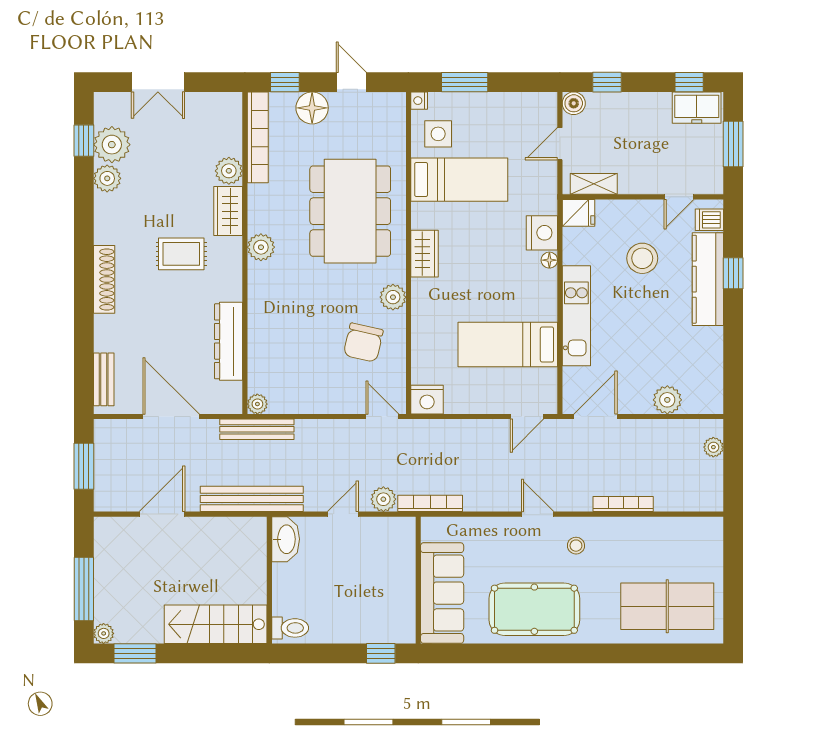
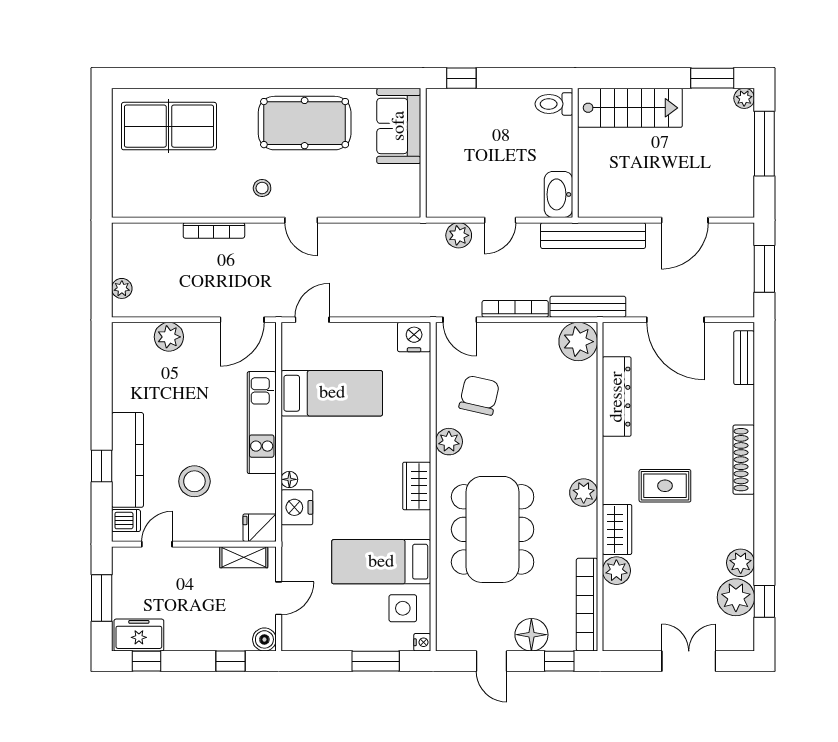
plant: (257, 404) -> (578, 342), width x1.88, depth x1.88
bookcase: (430, 503) -> (515, 309), moved, turned 180
sofa: (442, 593) -> (399, 126), width x0.73

